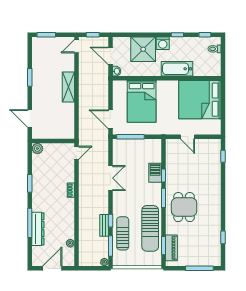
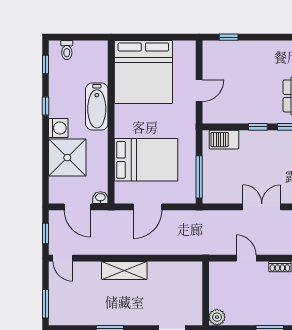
door: (110, 56) -> (77, 207), hinge flipped
door: (110, 119) -> (147, 207), moved
door: (76, 153) -> (246, 258), moved
barbecue: (155, 173) -> (224, 140), moved

